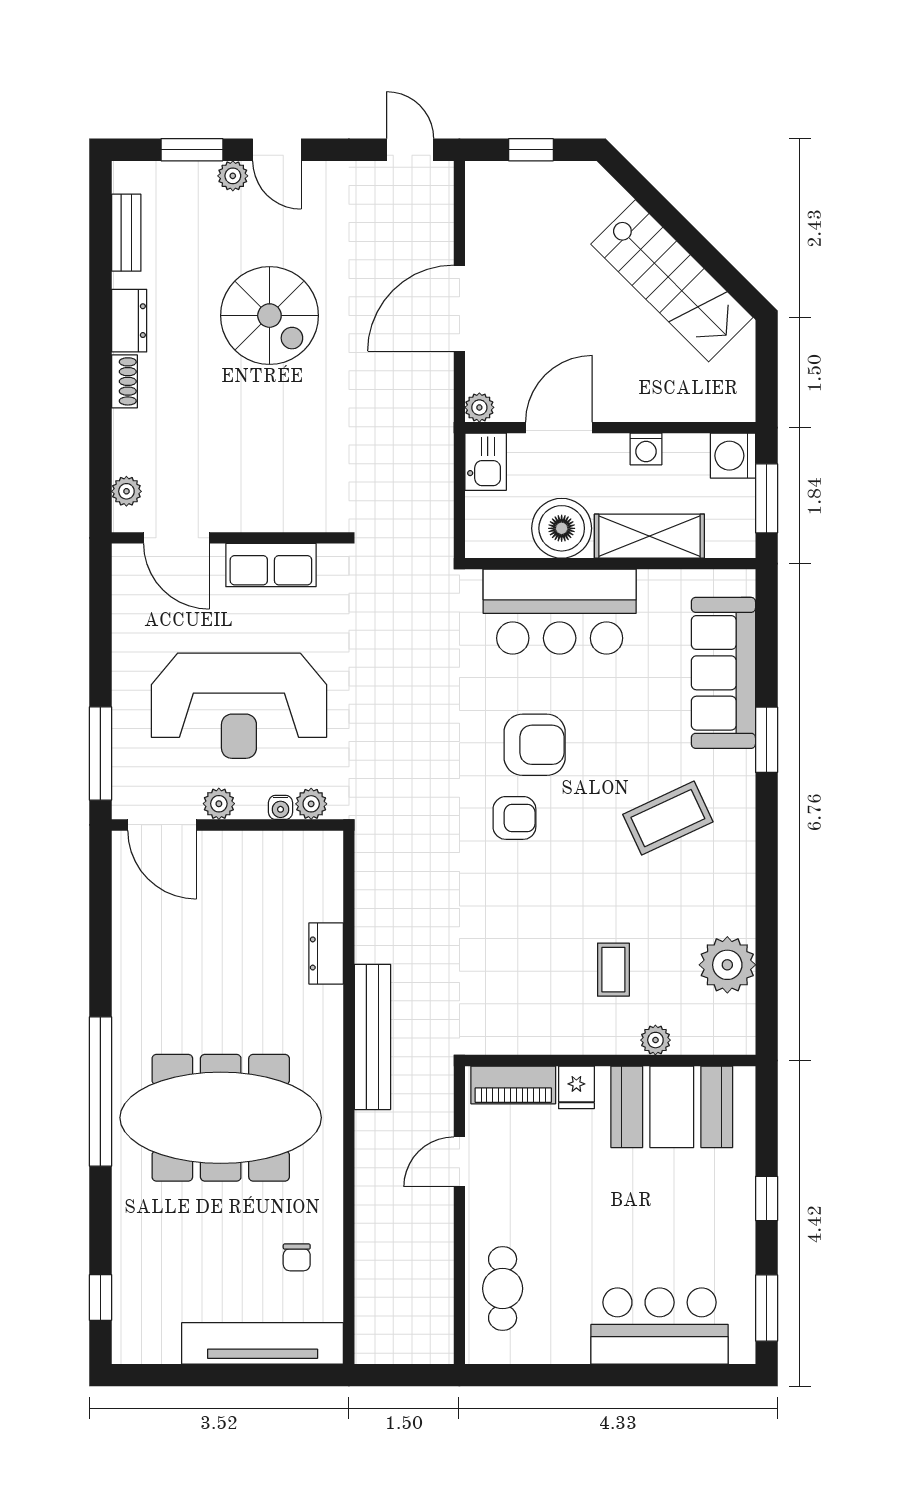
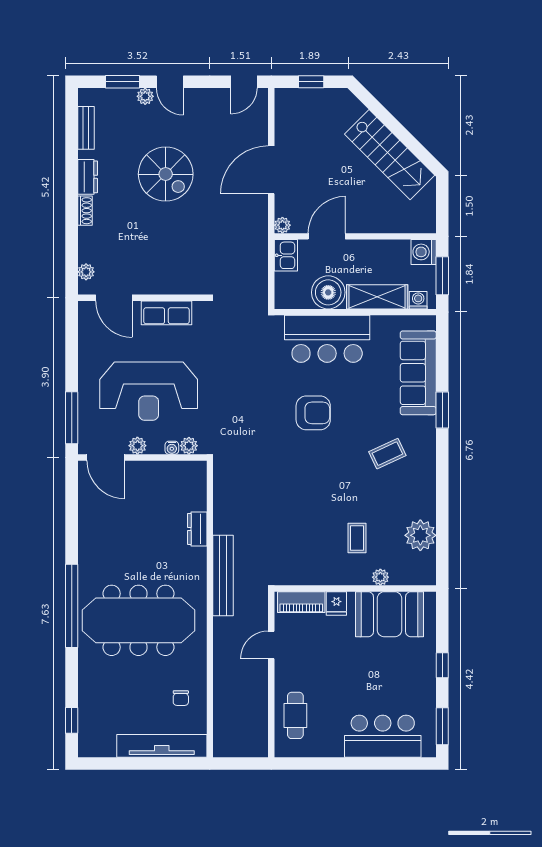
door: (410, 150) -> (244, 82), swing flipped
washing machine: (646, 449) -> (418, 300), moved, turned 180
armchair: (514, 818) -> (302, 454), removed
coffee table: (668, 818) -> (387, 454), width x0.73, depth x0.77

